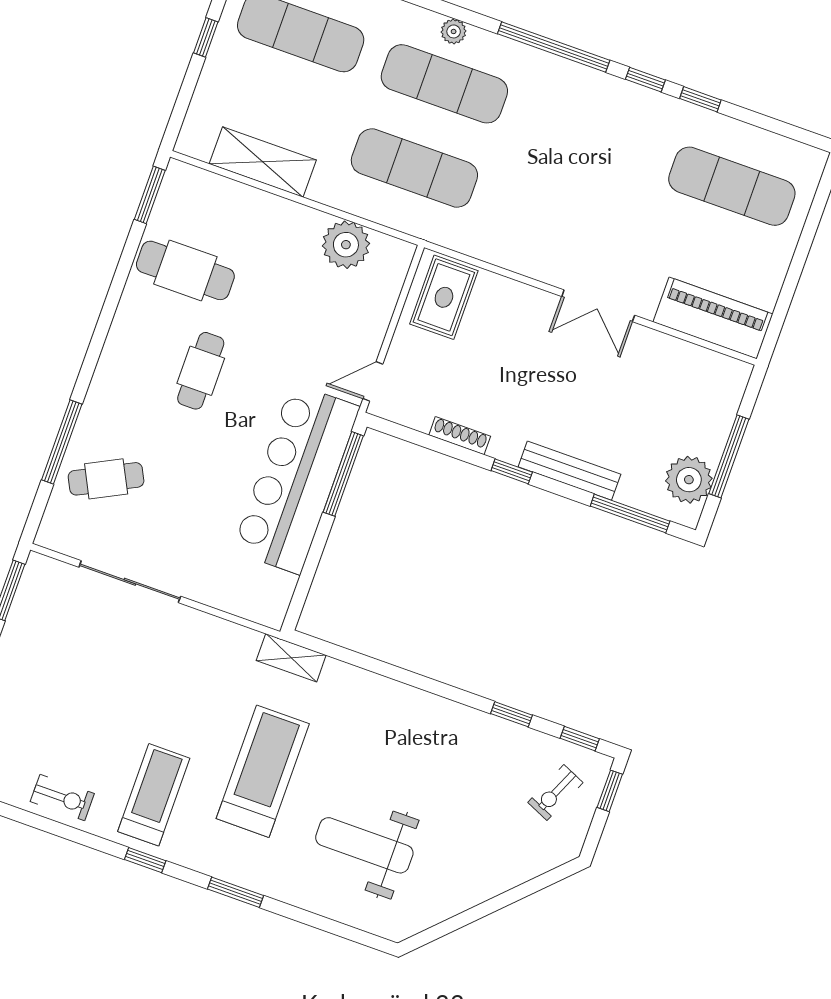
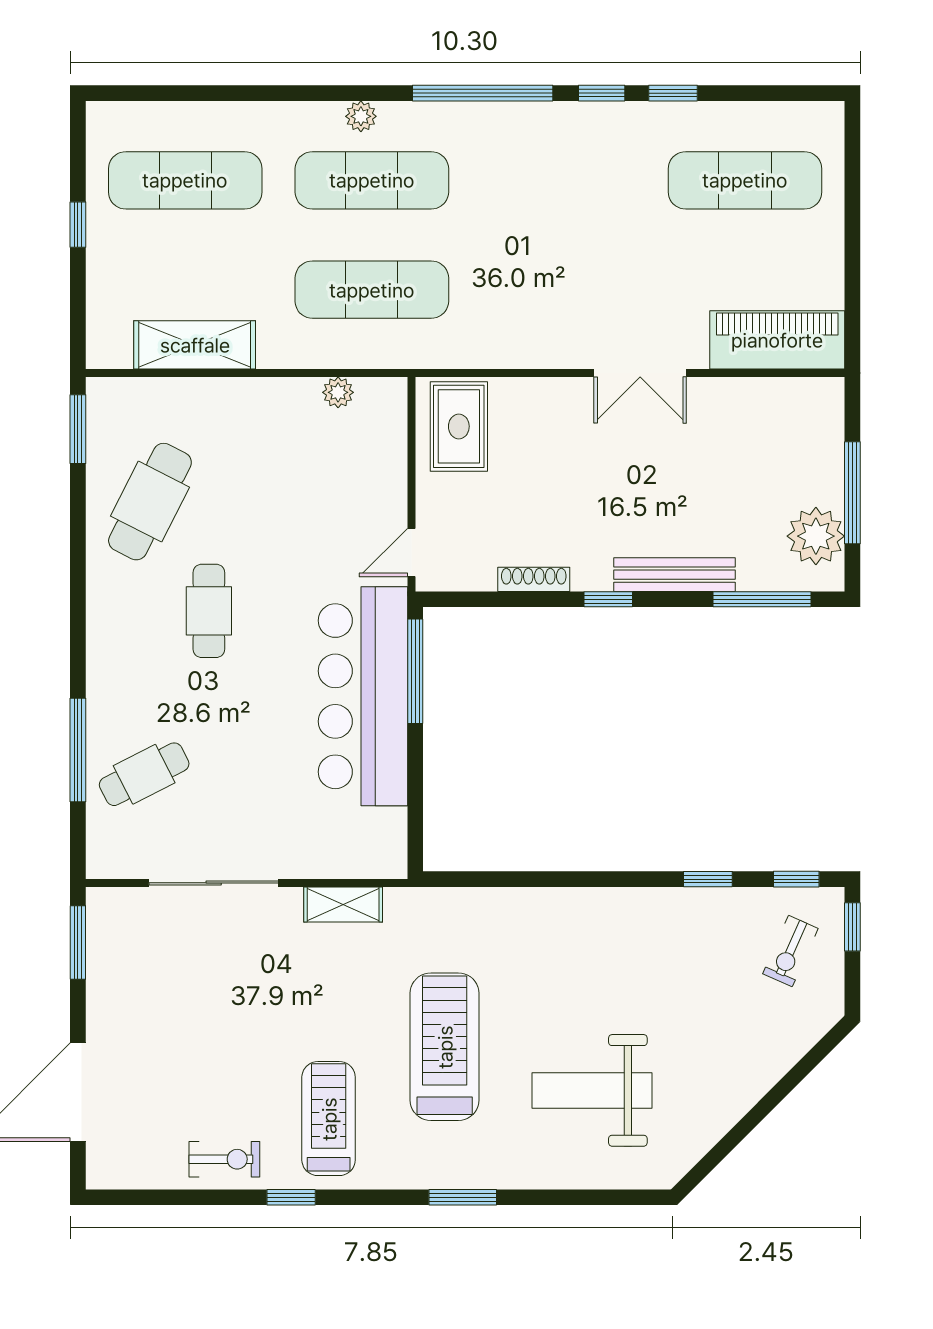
plant: (346, 245) -> (338, 392), width x0.53, depth x0.53
cafe table: (185, 270) -> (150, 502), turned -63
shelving: (291, 658) -> (343, 904), moved
window: (145, 860) -> (291, 1197), moved

